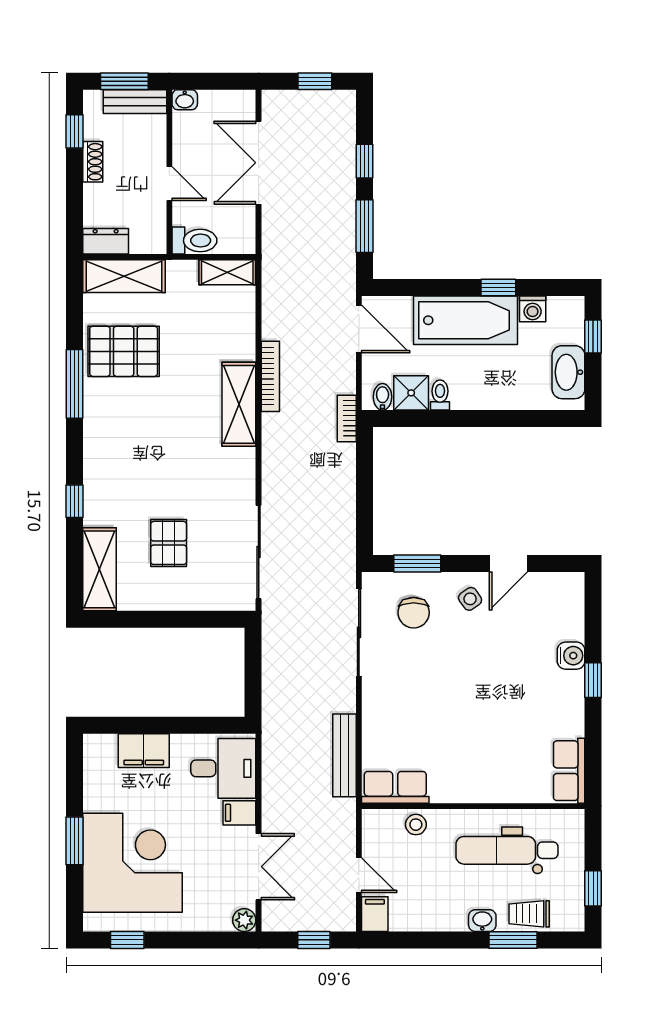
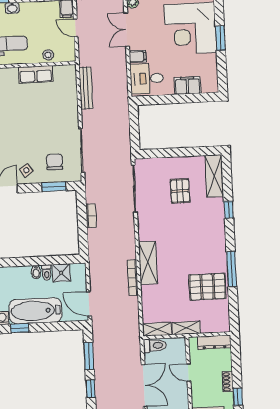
dresser: (106, 241) -> (214, 342), width x1.44
toilet: (194, 241) -> (155, 345), moved, turned 180
shelving: (124, 276) -> (186, 328), moved, width x0.67, depth x0.75
bidet: (383, 397) -> (36, 272), moved
bookcase: (347, 418) -> (91, 216), moved
row of seats: (395, 787) -> (36, 74), moved

